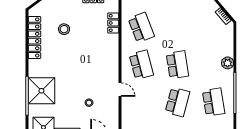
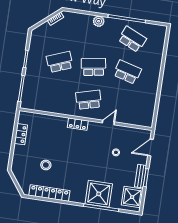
locker: (113, 23) -> (78, 124), moved
school desk: (141, 27) -> (60, 62), moved
school desk: (214, 102) -> (132, 39), turned 33

